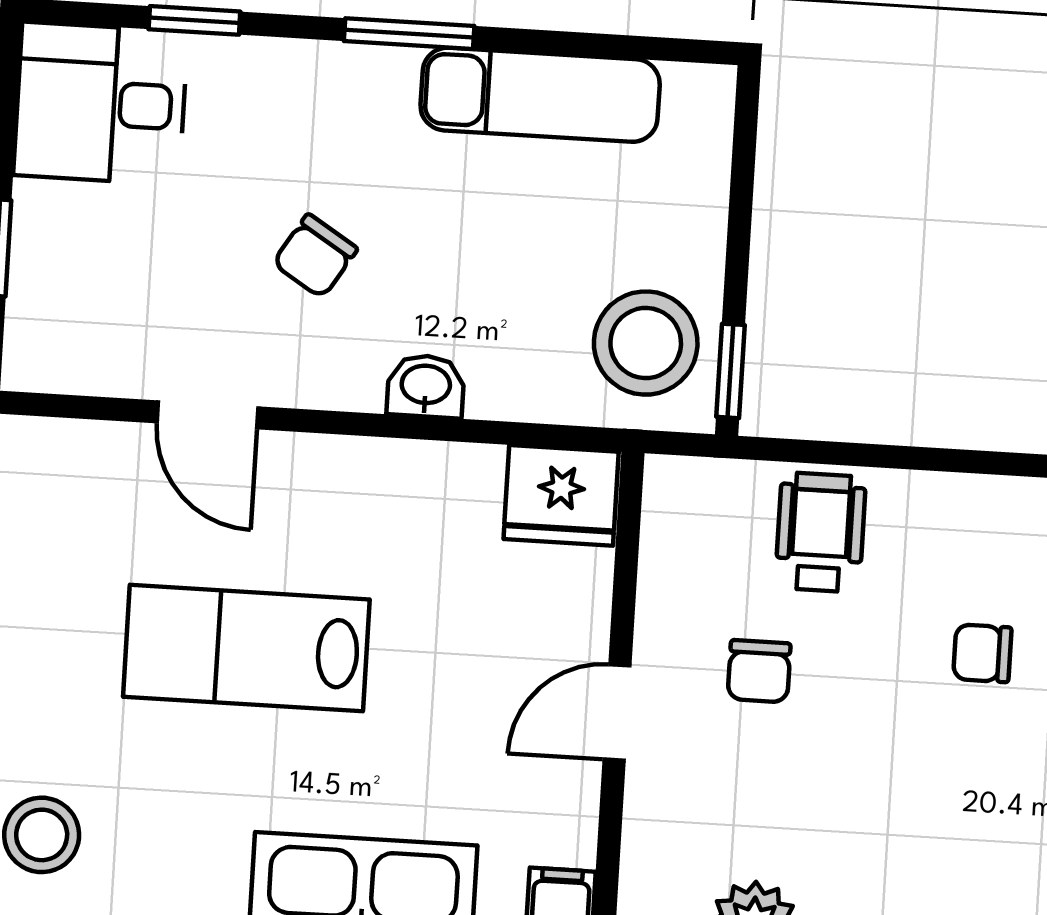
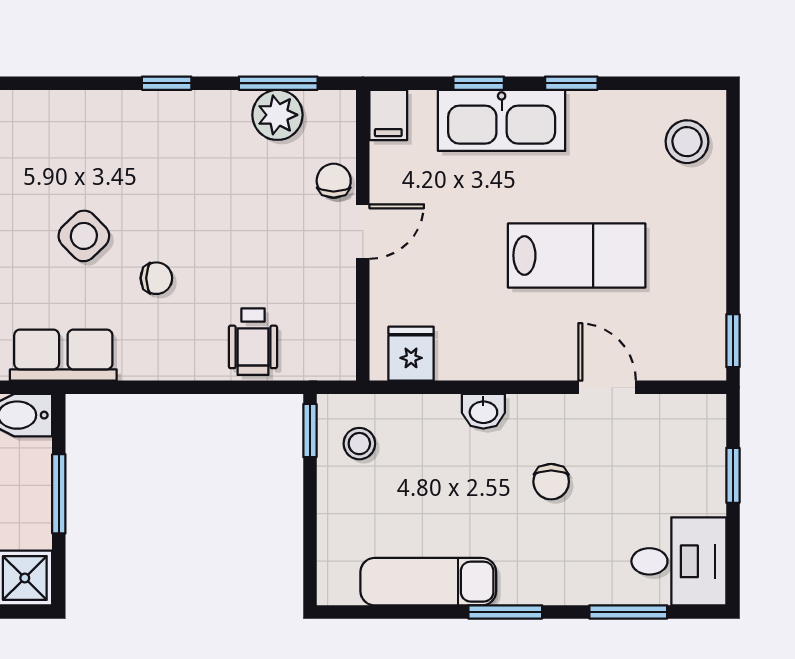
window: (194, 20) -> (628, 612), width x1.50
chair: (315, 256) -> (551, 482), turned 148
stool: (646, 343) -> (359, 444), width x0.53, depth x0.53
fridge: (561, 495) -> (411, 354), width x0.72
chair: (759, 671) -> (334, 181), moved

